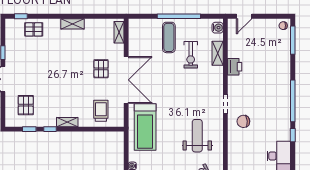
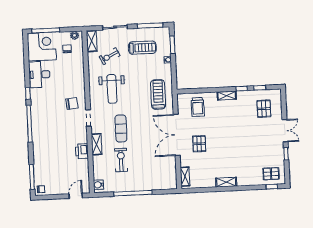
pallet: (34, 29) -> (271, 174), moved
exercise mat: (169, 37) -> (121, 128), moved
shelving: (218, 53) -> (97, 144), moved
treadmill: (145, 127) -> (158, 94), width x0.73, depth x0.73

